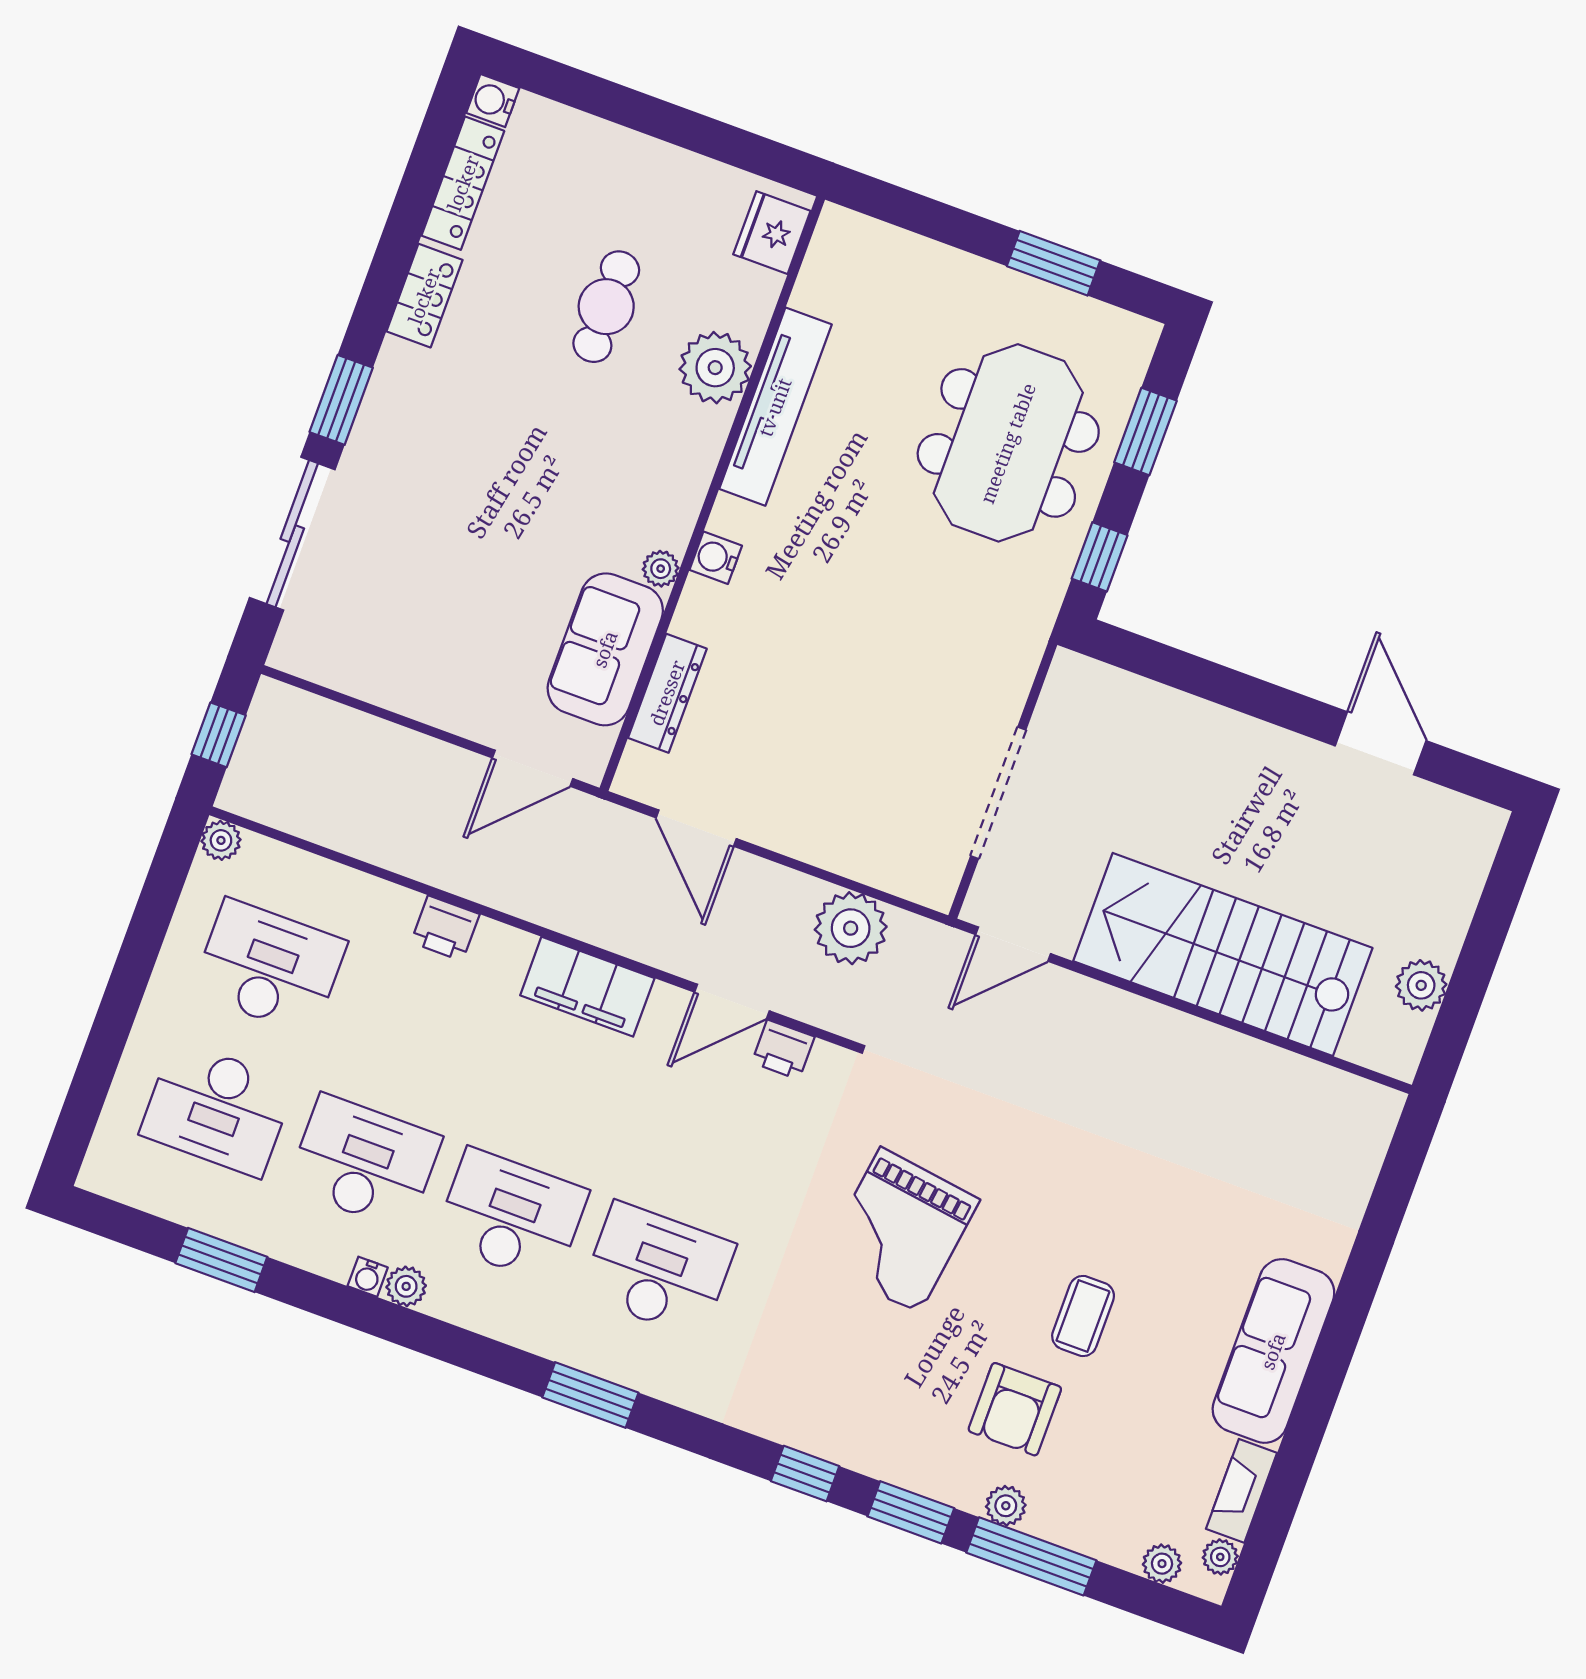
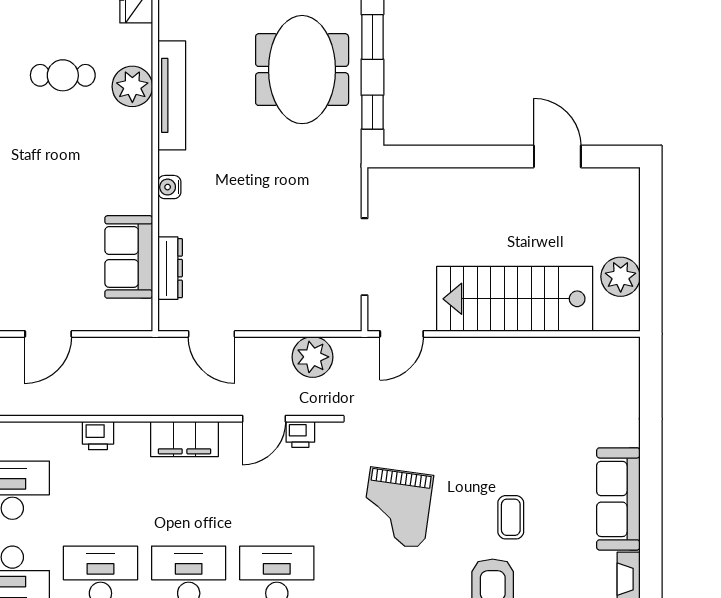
cafe table: (606, 307) -> (63, 75), turned 90
plant: (661, 569) -> (142, 203), removed
door: (533, 768) -> (48, 334), moved
plant: (1421, 985) -> (621, 277), width x1.36, depth x1.36

